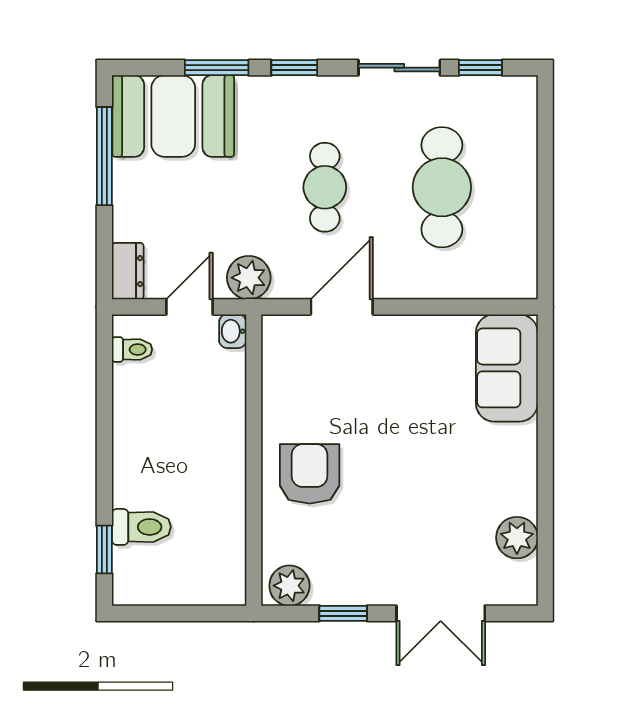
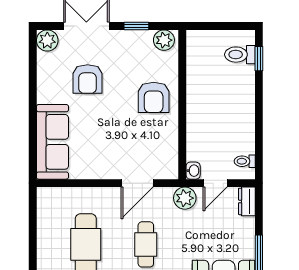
sofa: (507, 368) -> (52, 142), width x1.36
armchair: (438, 510) -> (88, 79), added
toilet: (141, 527) -> (240, 55), moved
plant: (517, 538) -> (47, 40), moved

